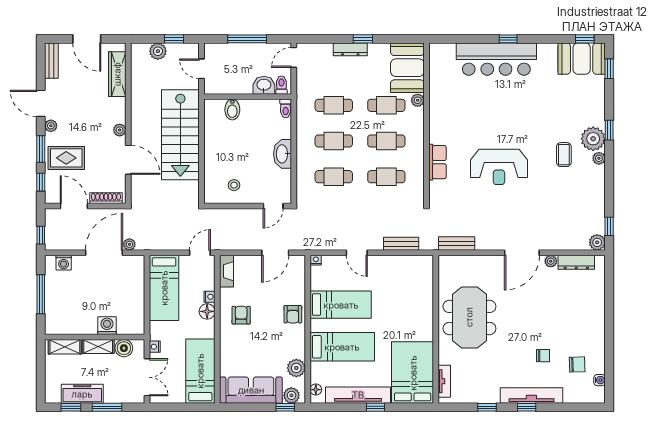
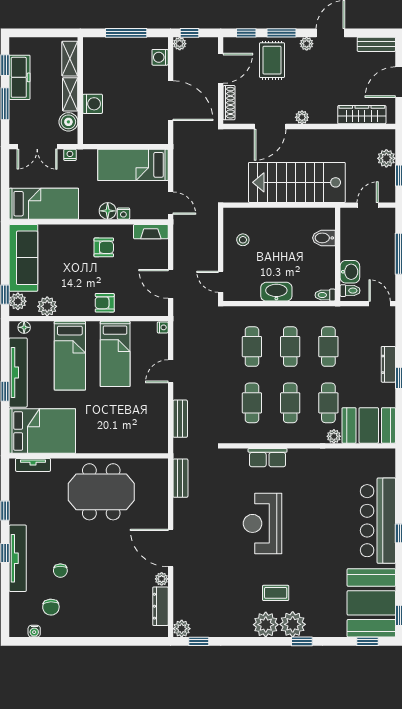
booth: (582, 59) -> (371, 603), width x1.36, depth x1.42
plant: (599, 158) -> (266, 625), width x1.88, depth x1.88
plant: (129, 244) -> (180, 44), moved

